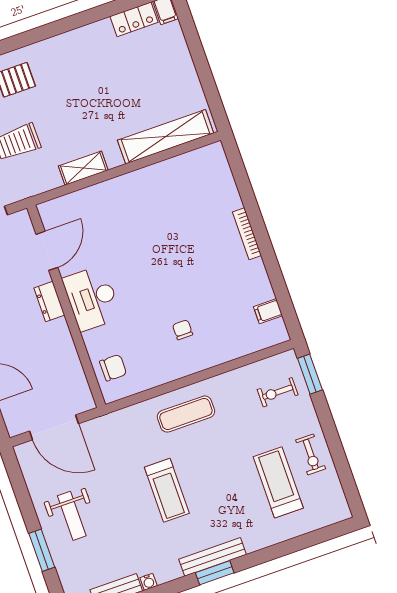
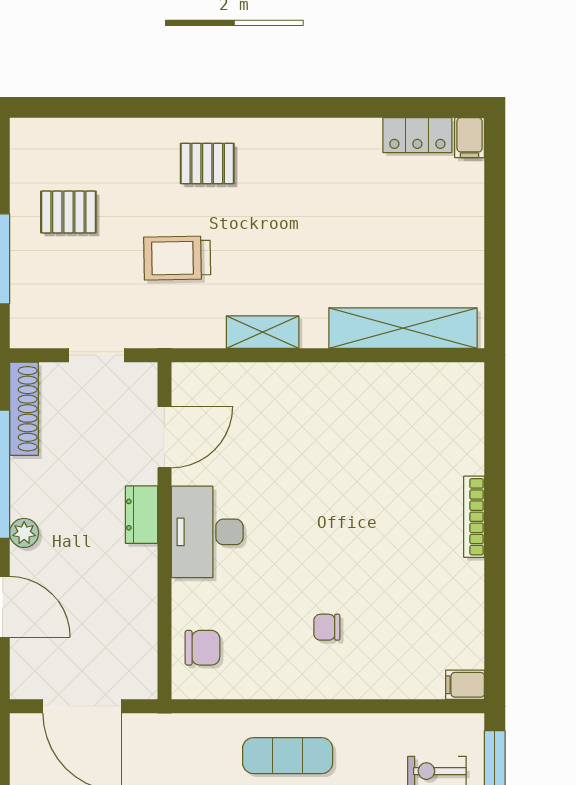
filing cabinet: (268, 311) -> (465, 685), moved
chair: (183, 330) -> (327, 627), turned -90

